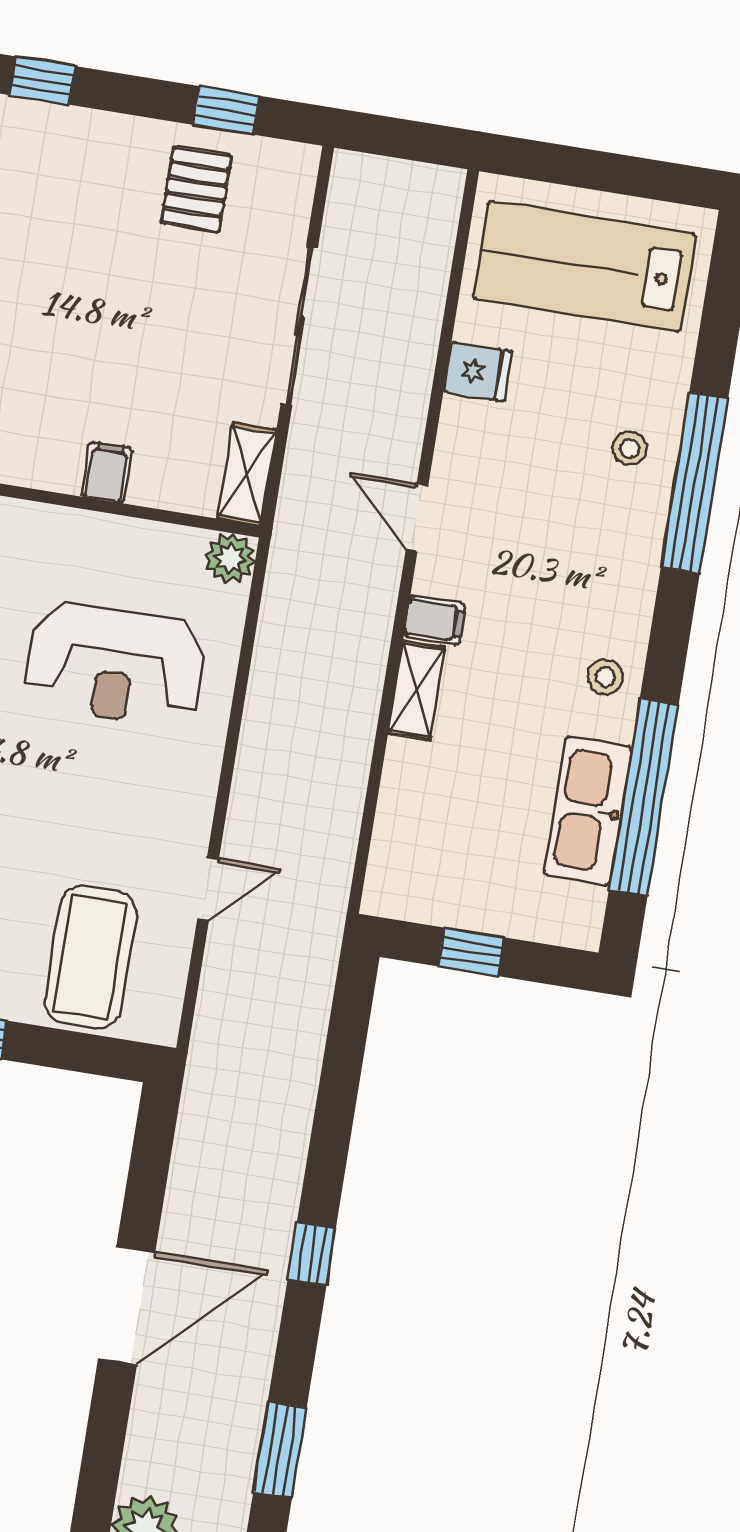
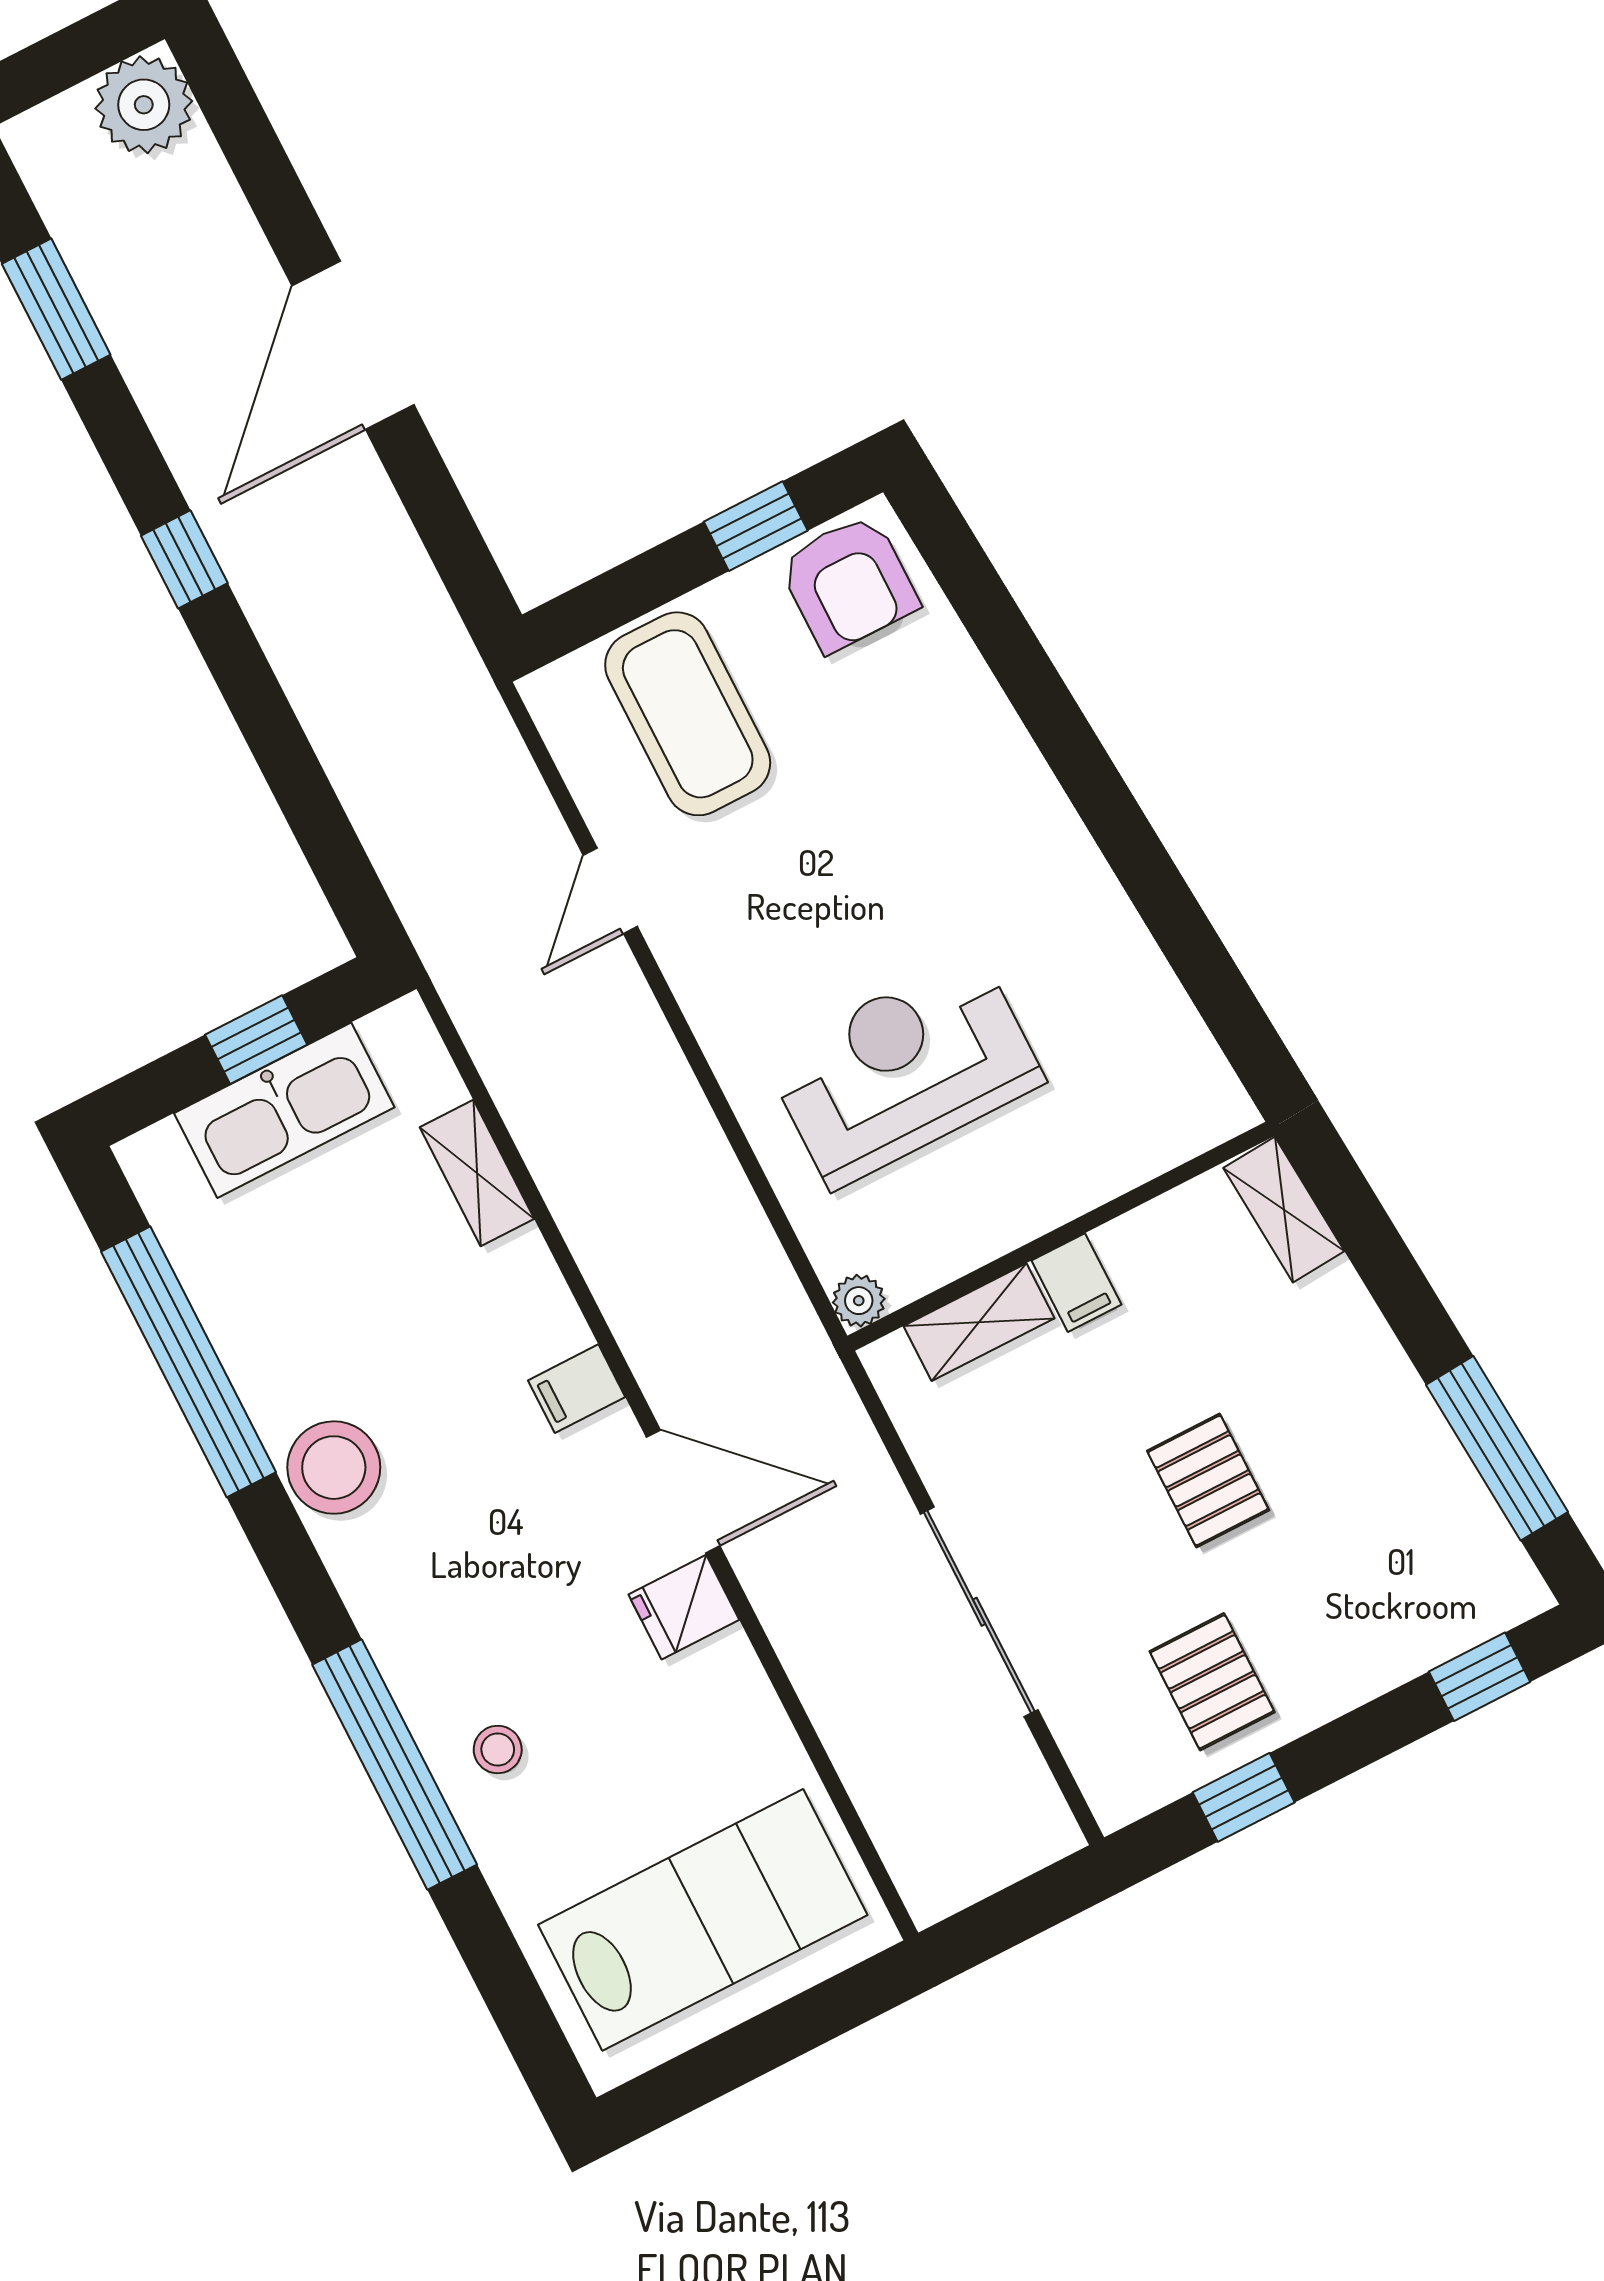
pallet: (115, 305) -> (1208, 1481), added
fridge: (478, 372) -> (684, 1607), moved
shelving: (247, 474) -> (979, 1322), moved, turned 90
door: (417, 518) -> (683, 1491), width x1.38
plant: (230, 558) -> (859, 1301), width x0.73, depth x0.73
stool: (605, 677) -> (334, 1468), width x1.89, depth x1.89
shelving: (416, 690) -> (477, 1173), moved
kitchen sink: (588, 811) -> (284, 1110), moved, turned 90

